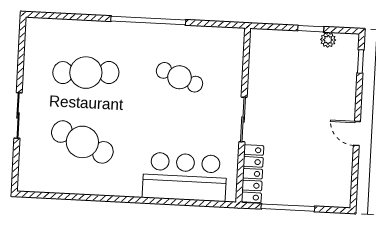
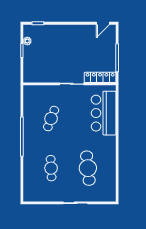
cafe table: (86, 73) -> (51, 168), width x0.73, depth x0.74
door: (357, 133) -> (103, 23), moved
cafe table: (82, 142) -> (88, 168), turned -30

